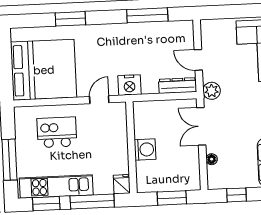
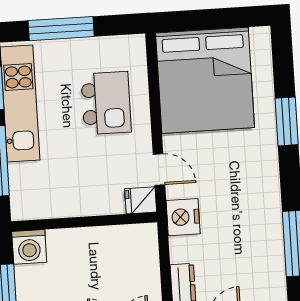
washing machine: (145, 149) -> (29, 247), moved
fridge: (122, 184) -> (141, 200), moved, turned 180

